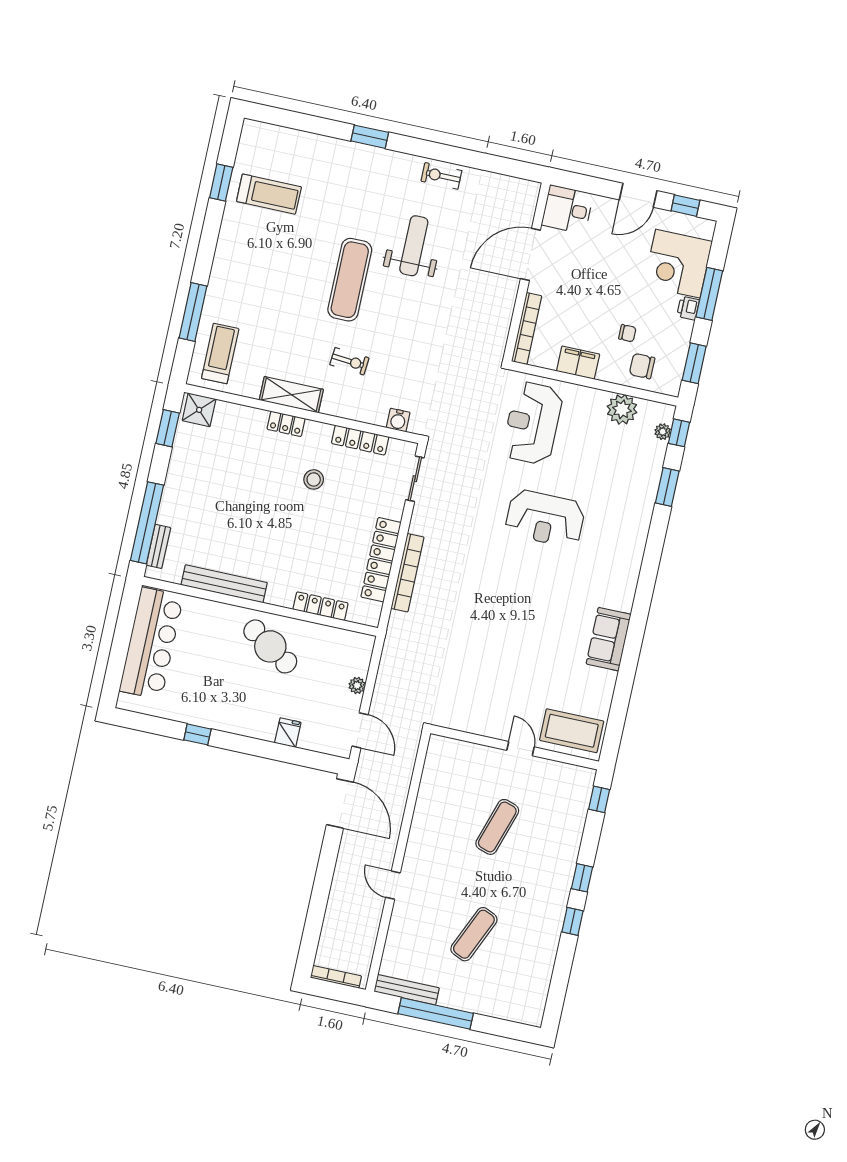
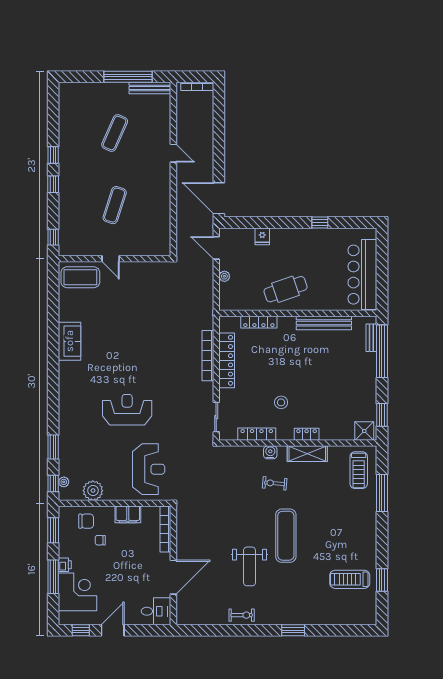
water cooler: (398, 420) -> (270, 452), moved
cafe table: (270, 646) -> (286, 289), turned -52

